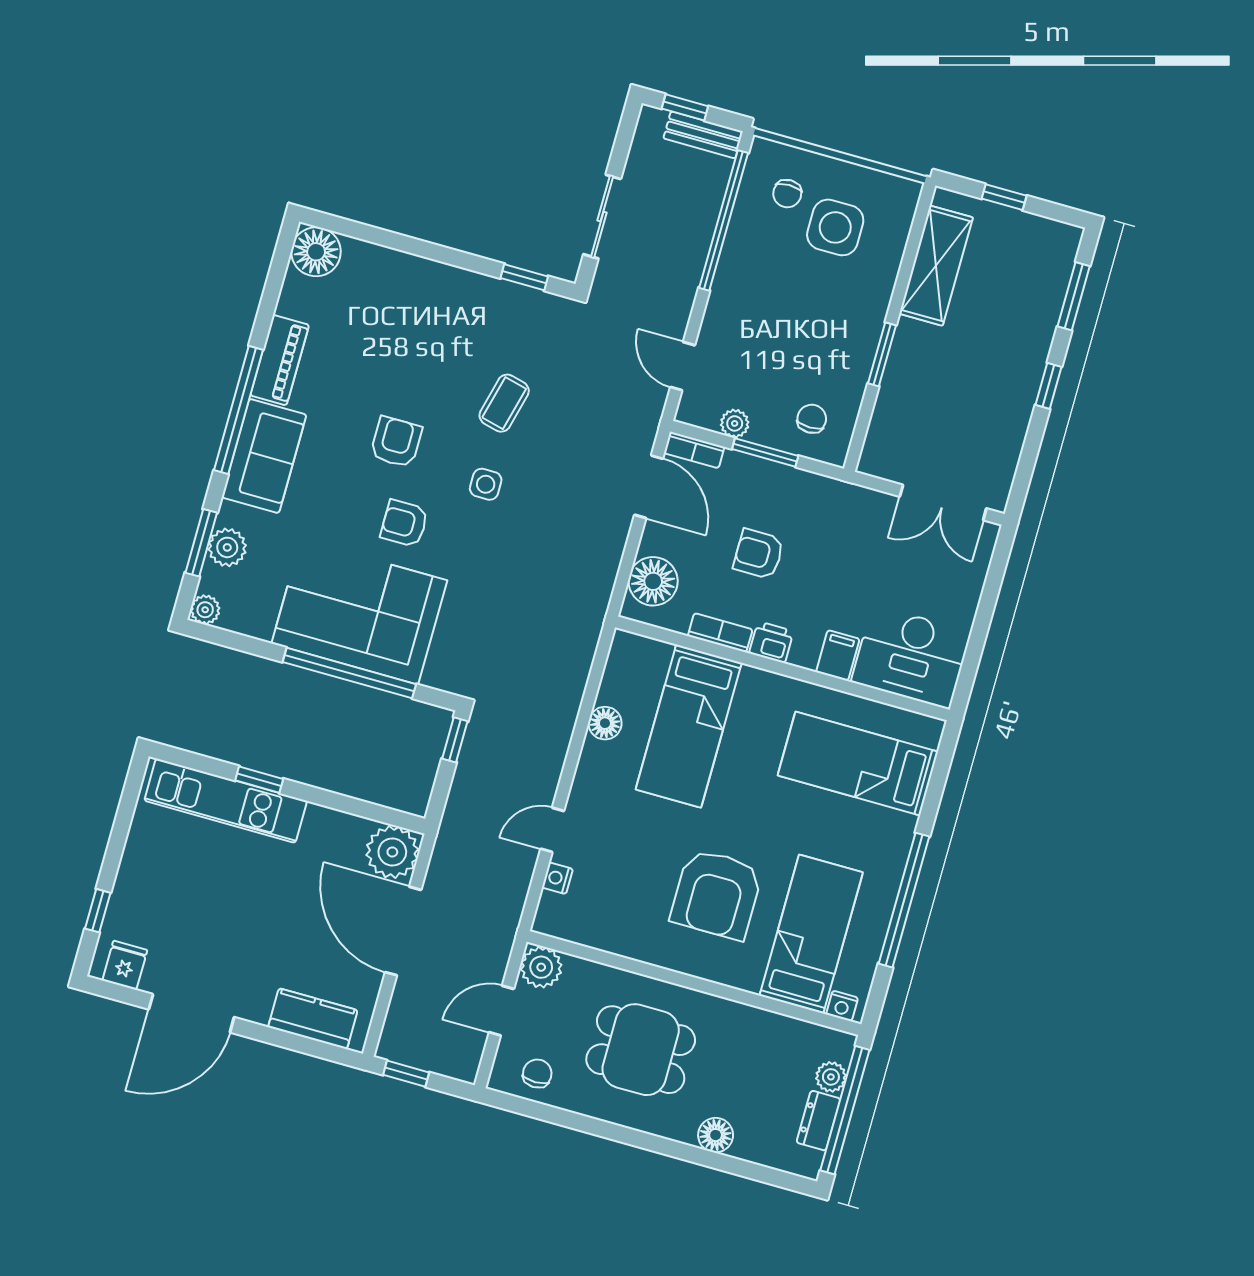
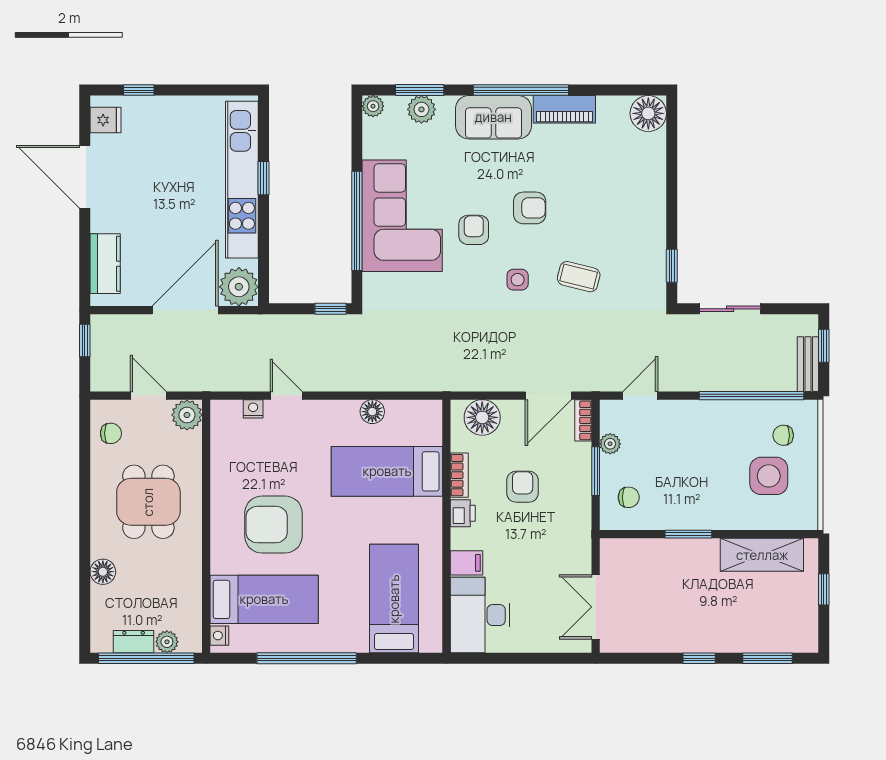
kitchen unit: (226, 801) -> (242, 180), width x1.36

